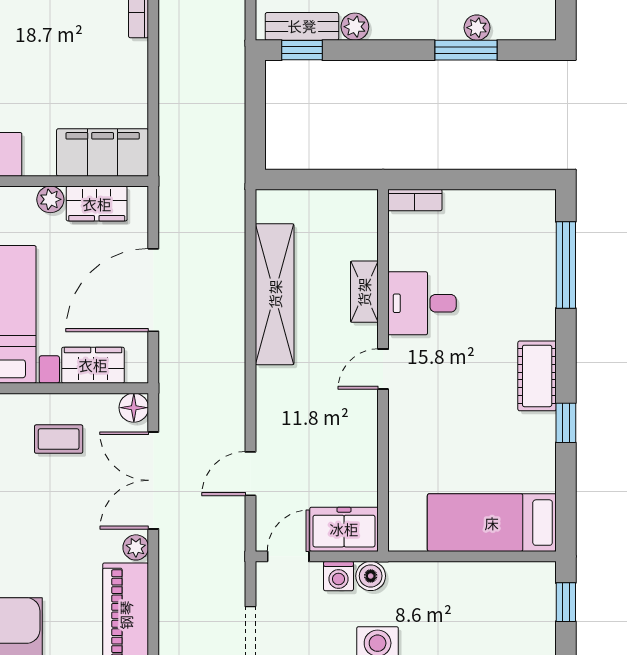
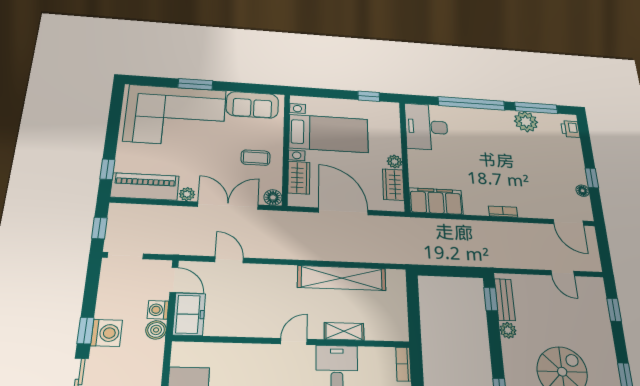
filing cabinet: (103, 152) -> (436, 201), moved, turned -90
door: (383, 369) -> (294, 341), hinge flipped
coffee table: (59, 439) -> (256, 158), turned 90

